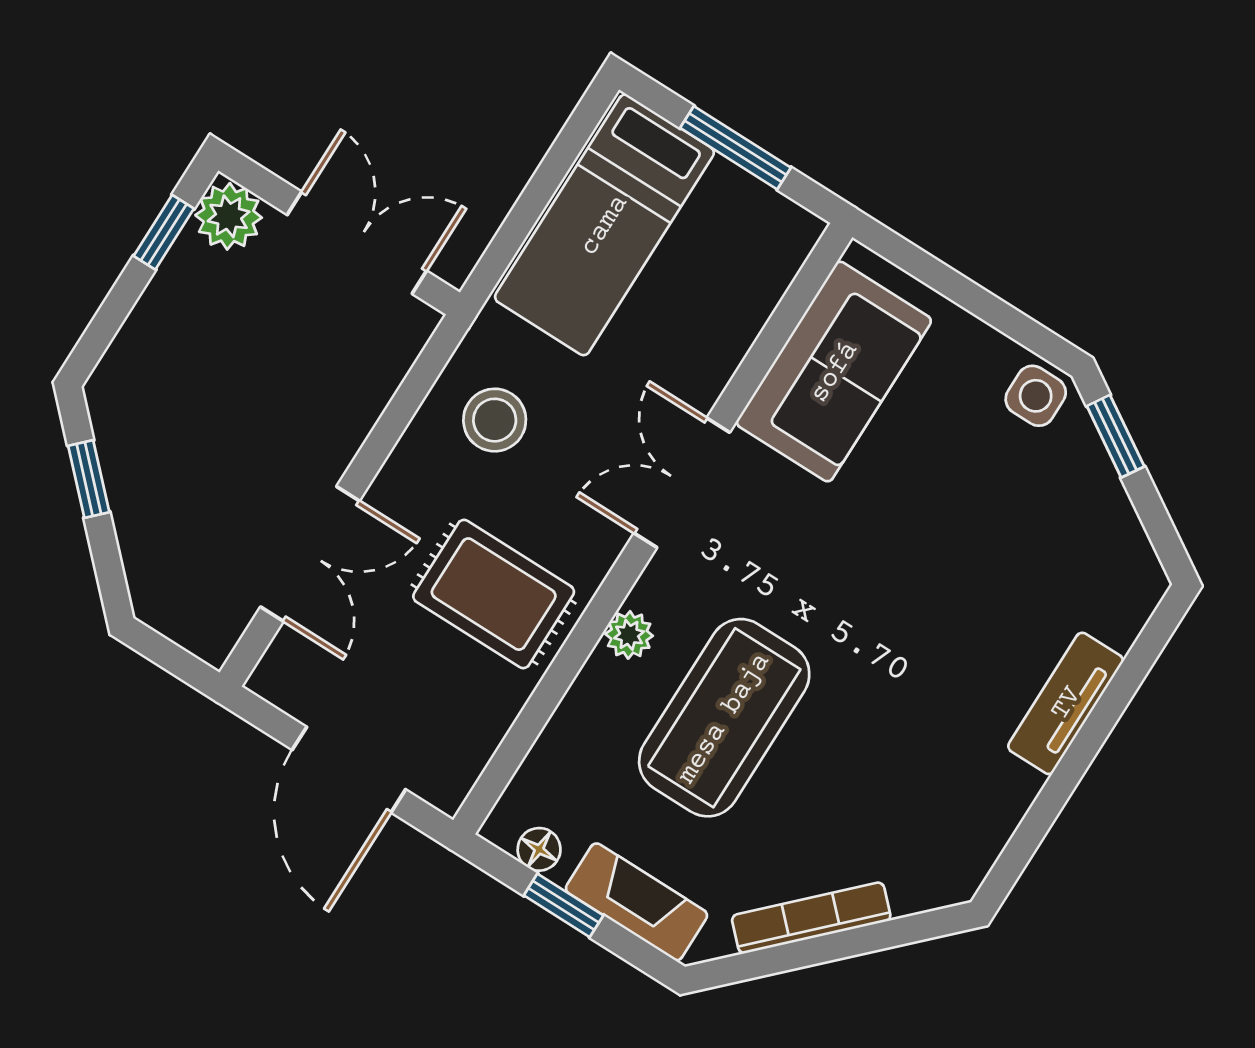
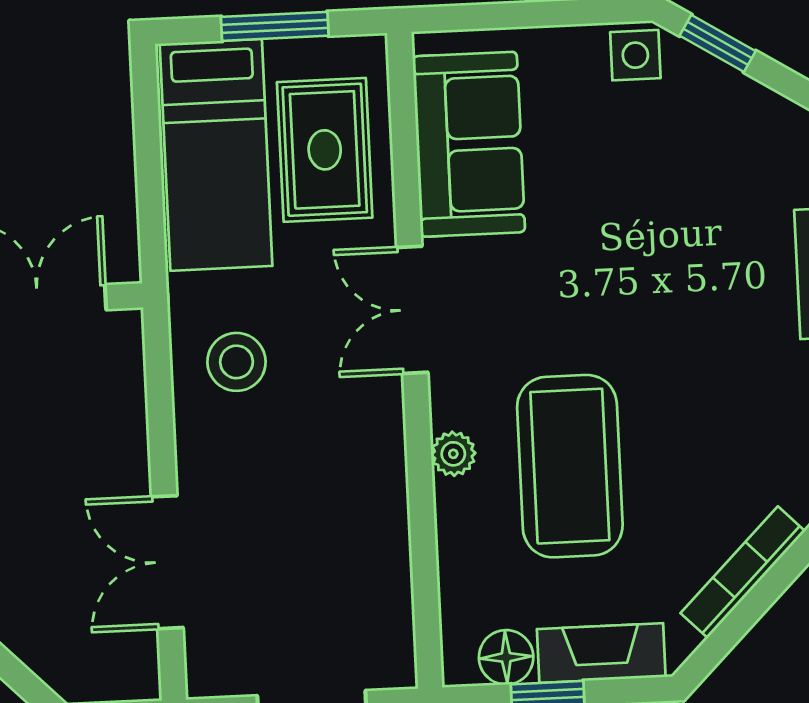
double door: (310, 554) -> (167, 562), swing flipped
rug: (494, 594) -> (325, 150), moved, turned 90
floor lamp: (539, 849) -> (506, 657), width x1.37, depth x1.37

